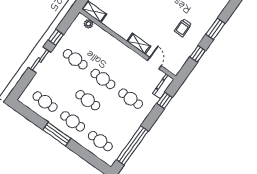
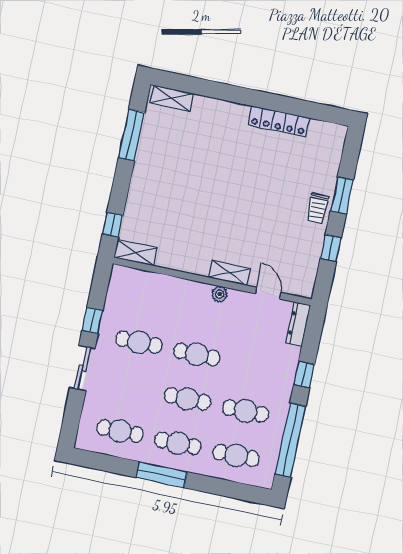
plant: (89, 24) -> (220, 294), moved
trolley: (183, 28) -> (317, 208), moved
cafe table: (131, 99) -> (245, 411), moved
window: (165, 100) -> (304, 374), moved

